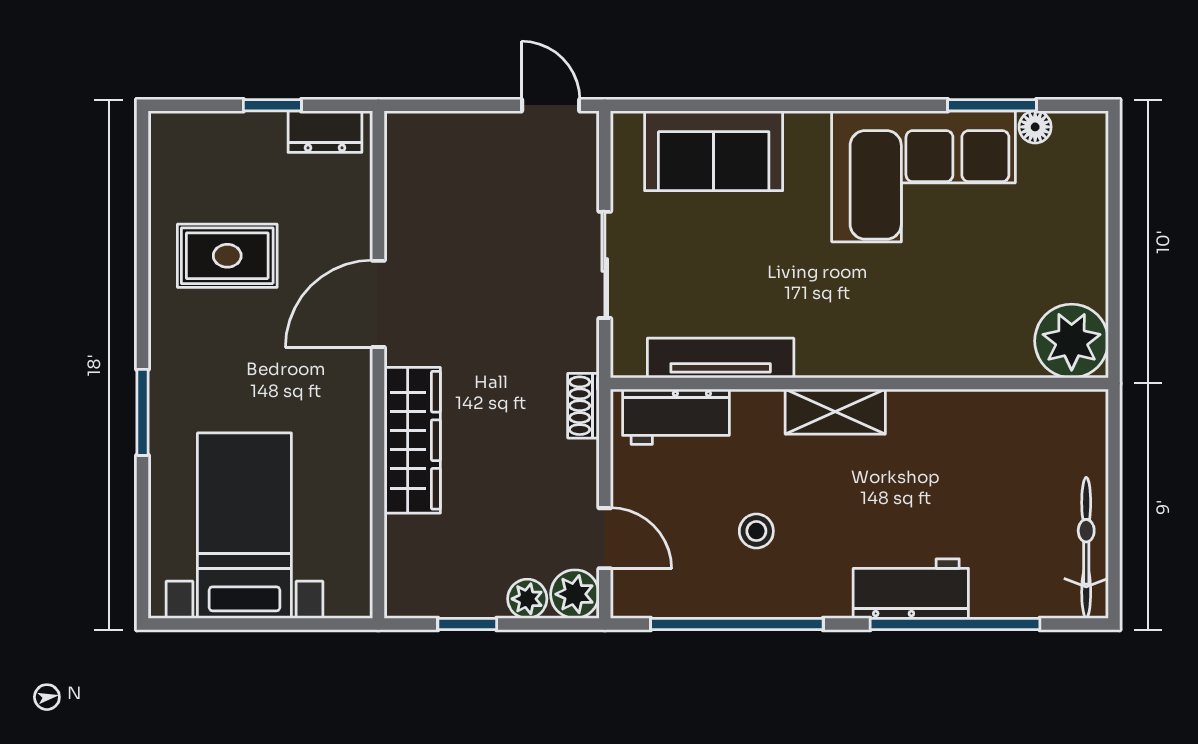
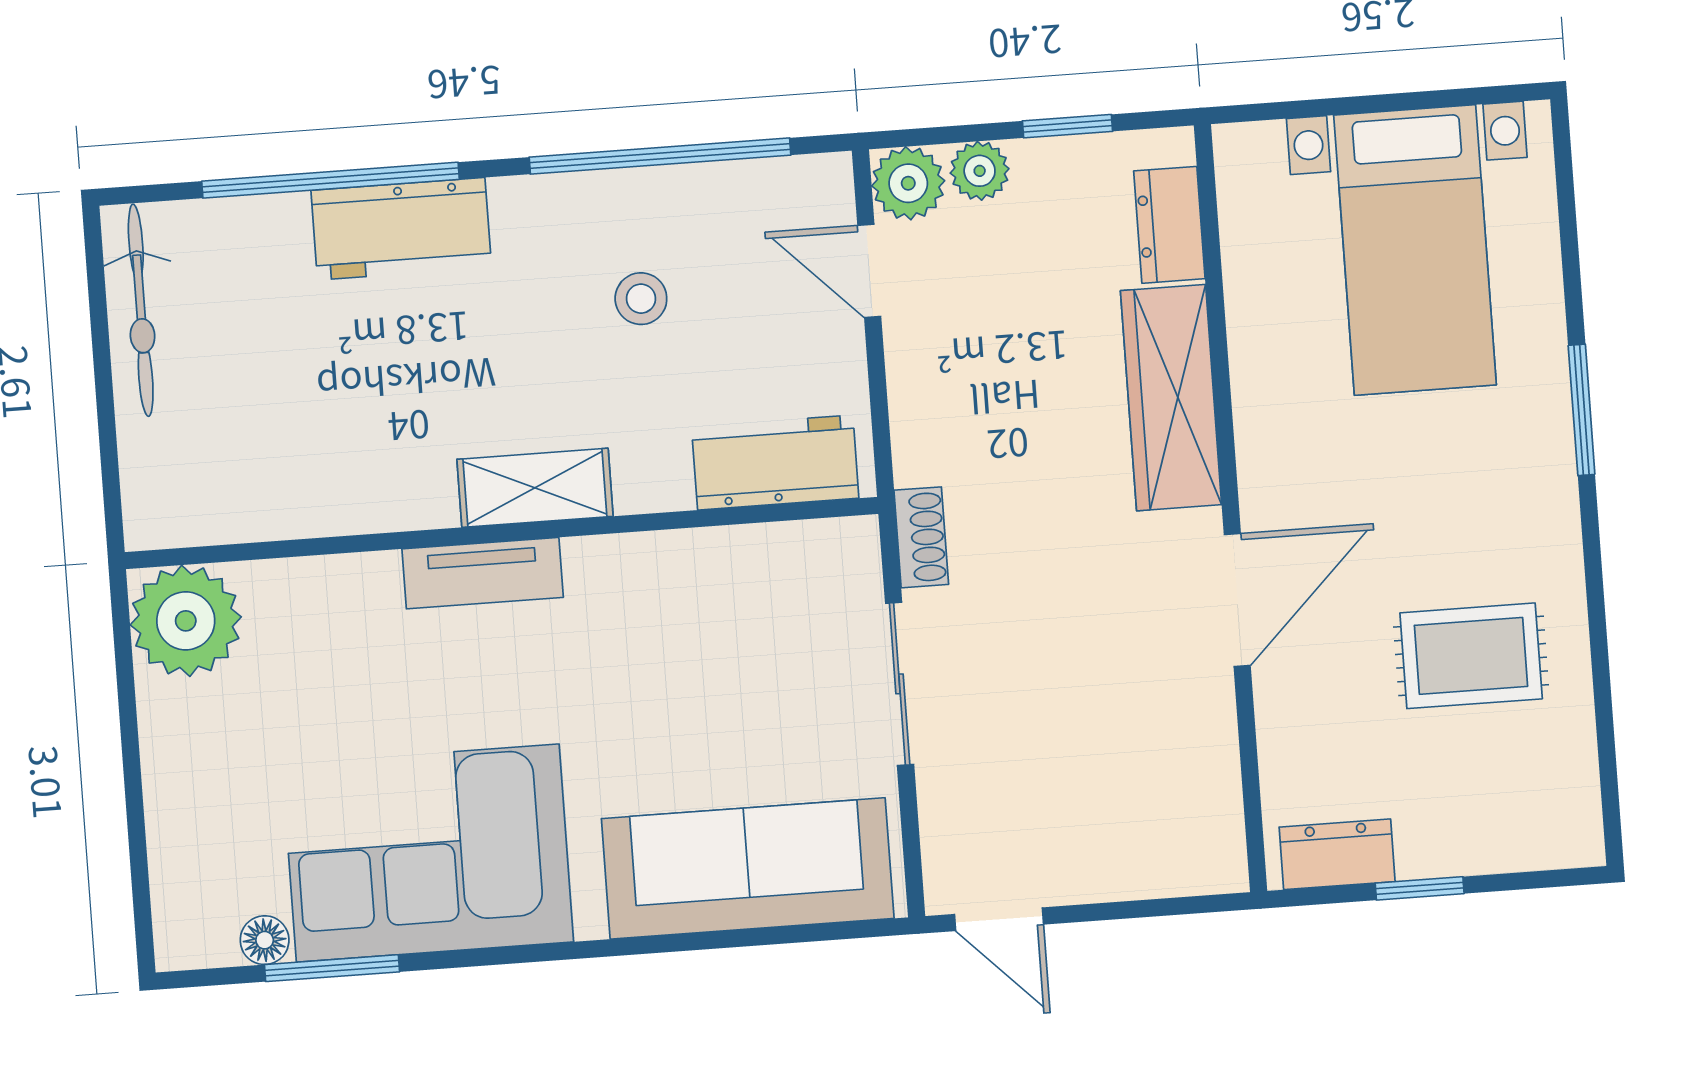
sofa: (714, 151) -> (748, 868), width x1.36
tv unit: (721, 358) -> (483, 573), moved, width x0.71
shoe rack: (583, 406) -> (921, 537), moved
dresser: (405, 554) -> (1169, 225), added

